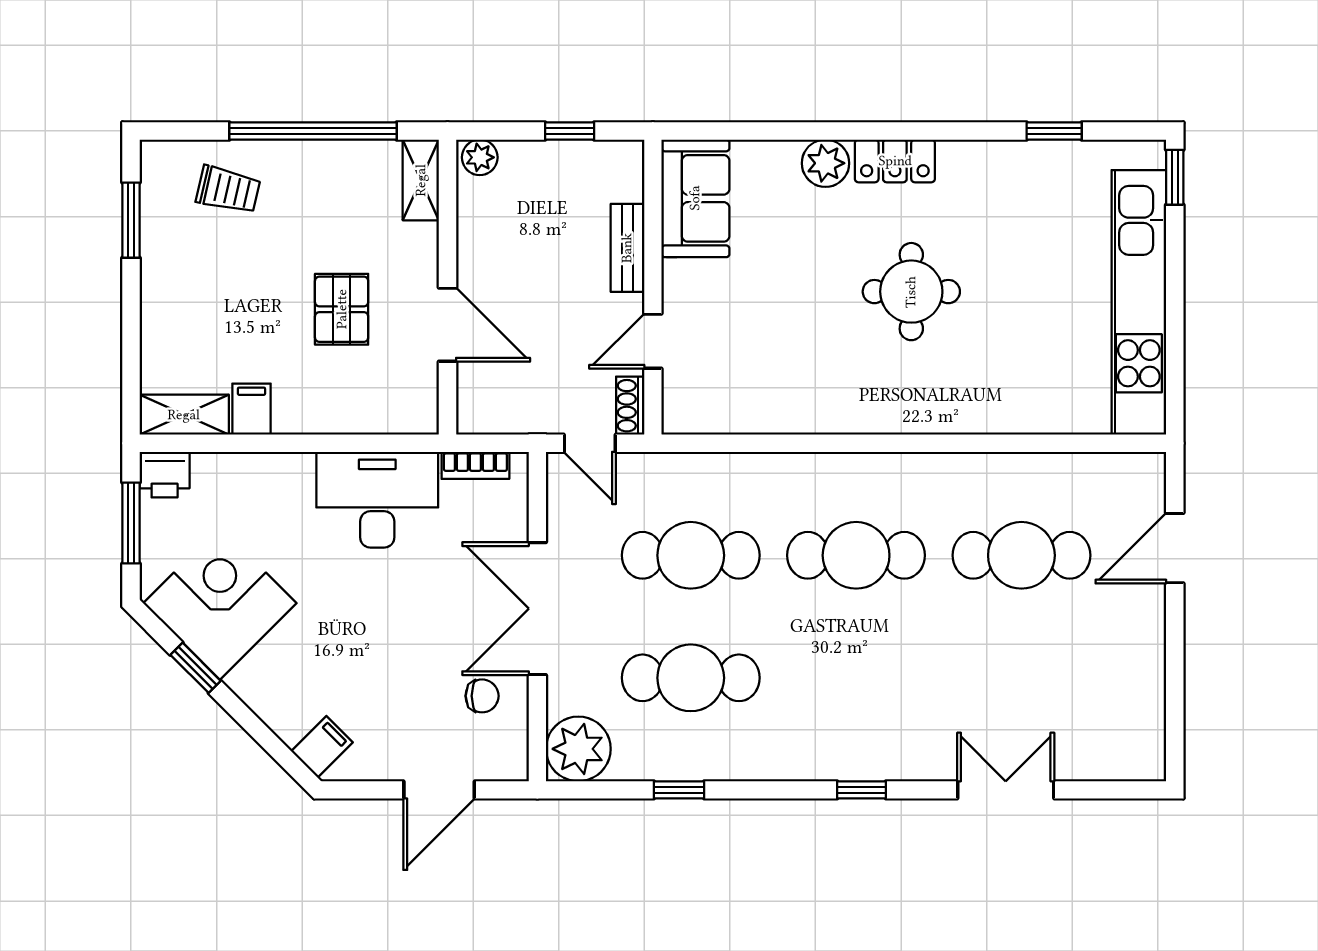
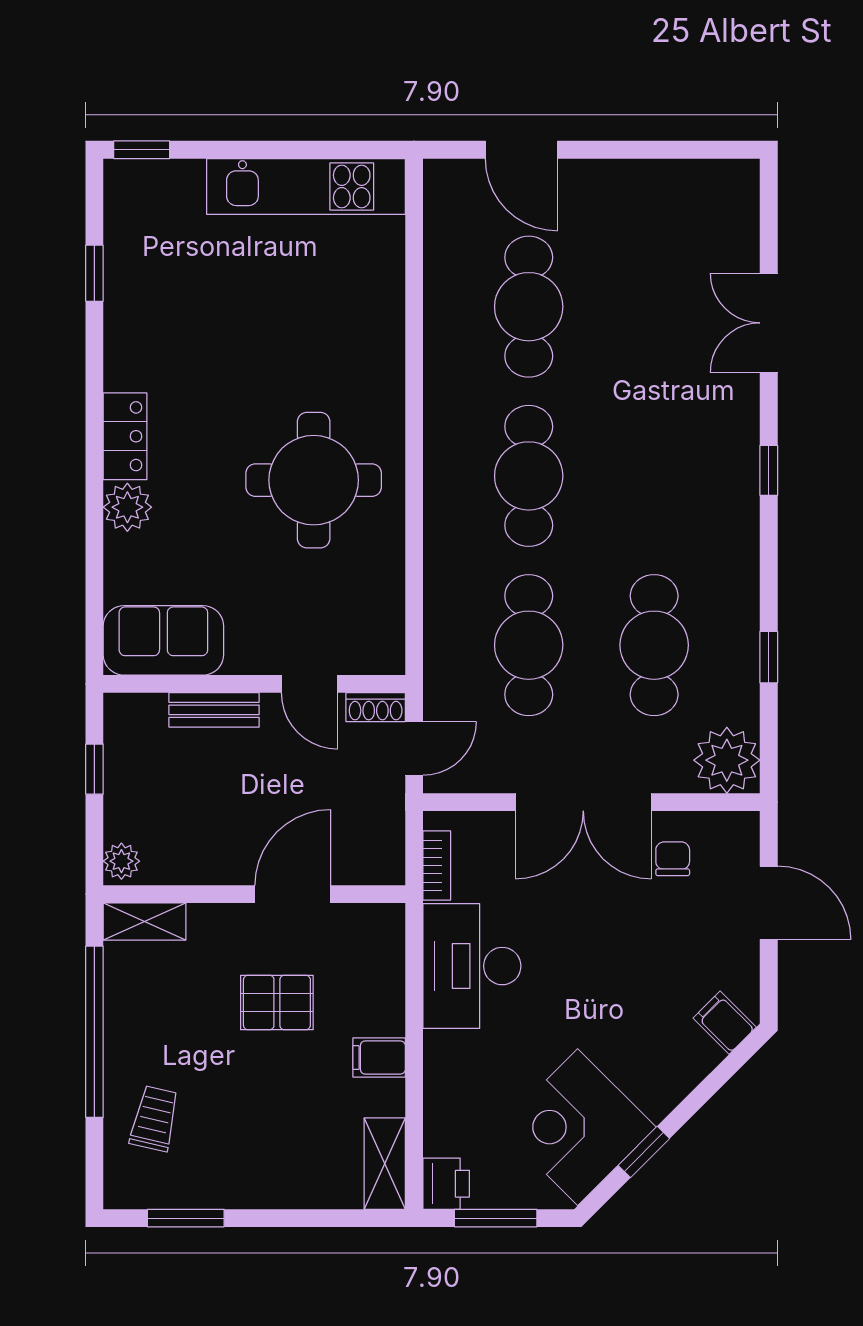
round table: (911, 292) -> (314, 480), moved, width x1.36, depth x1.36
kitchen unit: (1139, 302) -> (306, 186), width x0.73
filing cabinet: (251, 409) -> (379, 1058), moved

